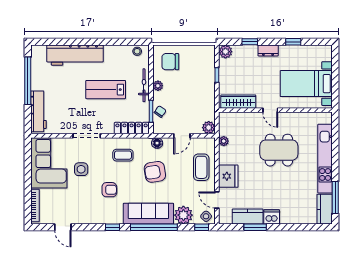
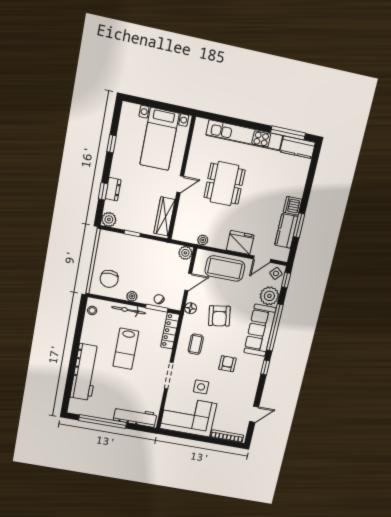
dresser: (268, 50) -> (113, 189), moved
door: (182, 136) -> (188, 282), hinge flipped
coffee table: (201, 167) -> (225, 269), width x1.36, depth x1.32

